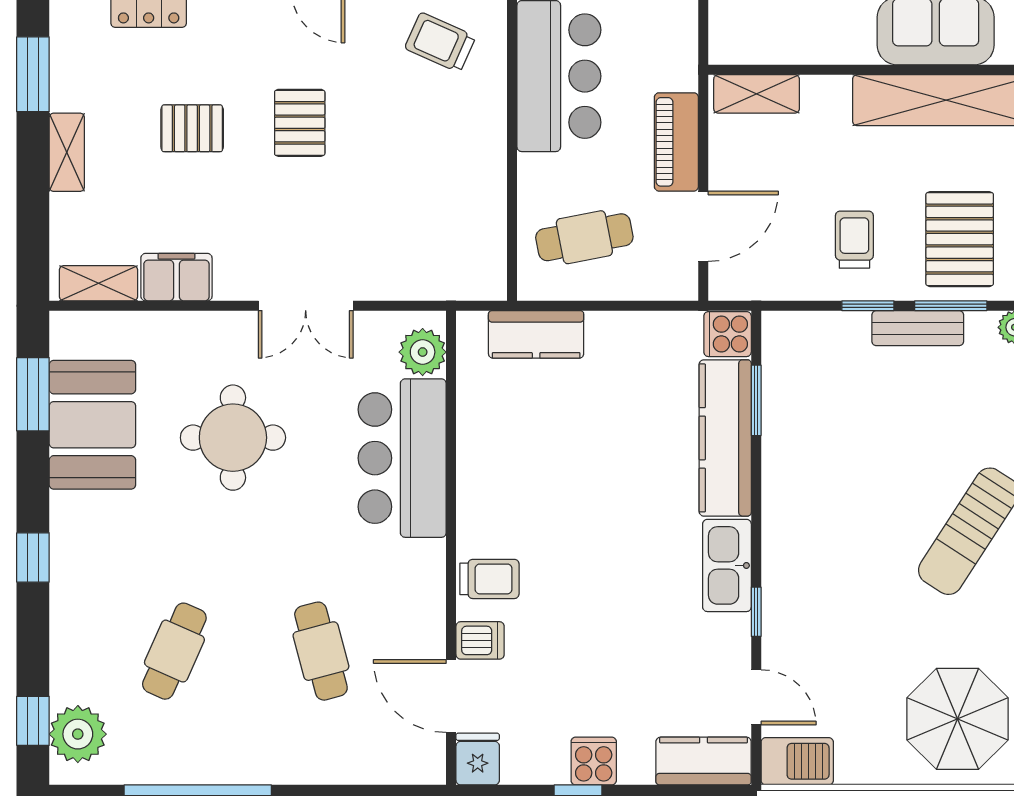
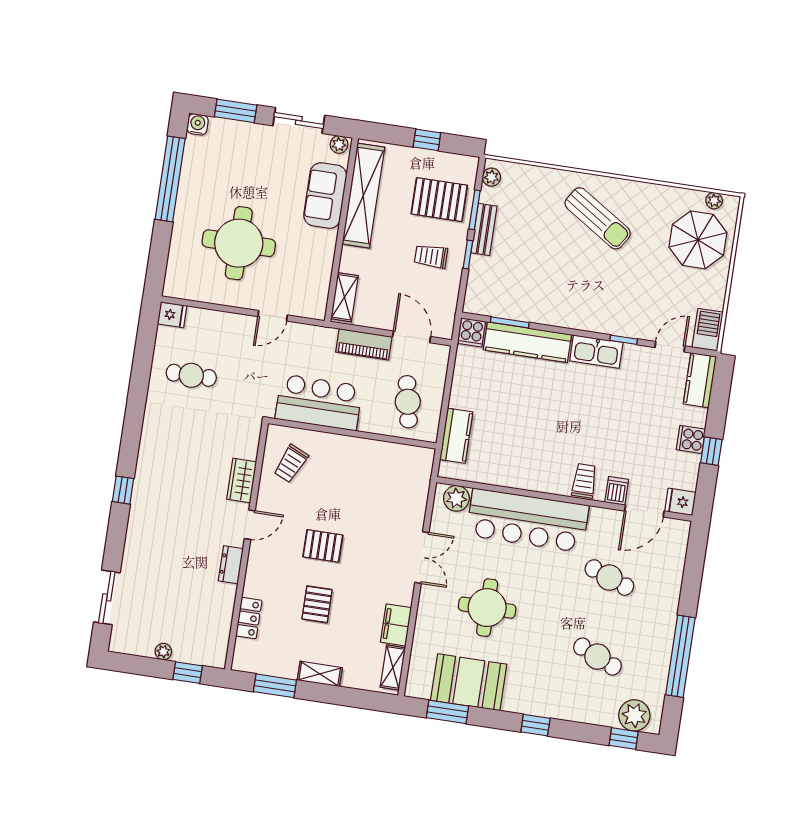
bar counter: (402, 458) -> (528, 520), width x1.36
cafe table: (321, 651) -> (609, 578), turned 36

